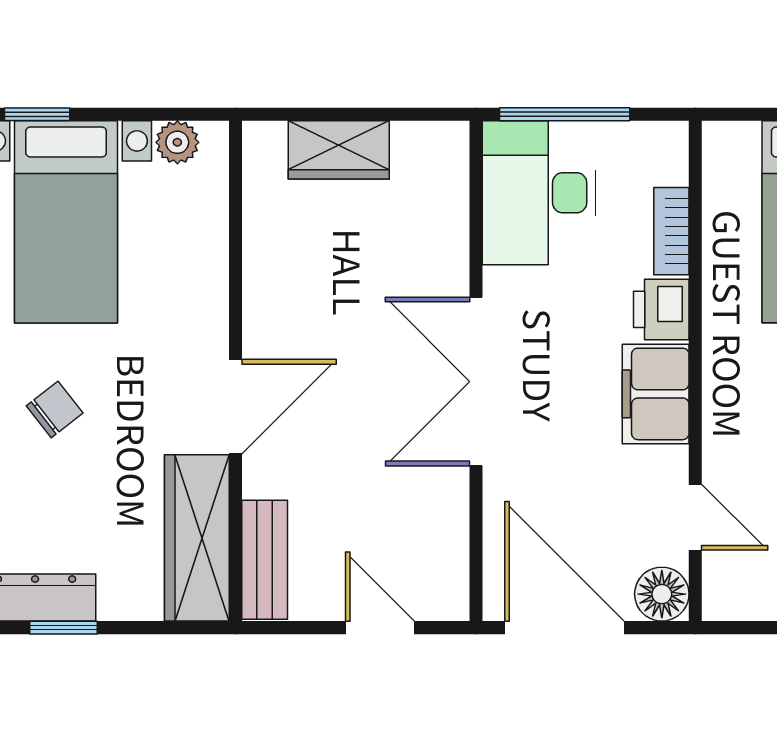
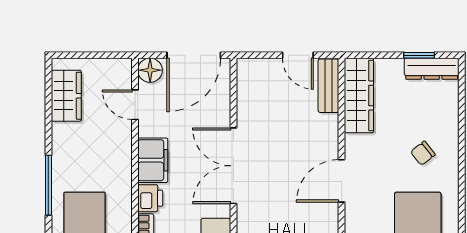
double door: (476, 382) -> (233, 166), swing flipped
door: (235, 407) -> (342, 181), moved
door: (380, 628) -> (298, 55), moved
door: (564, 628) -> (194, 55), hinge flipped

